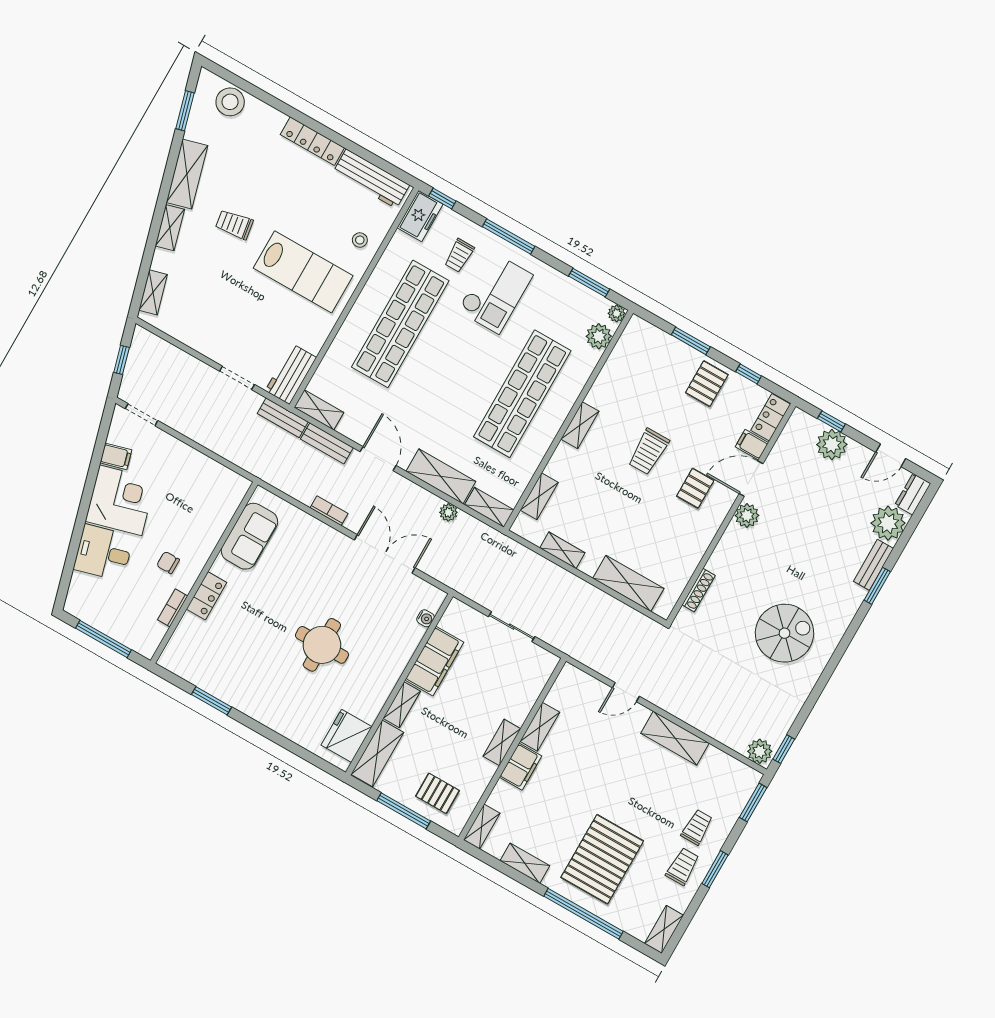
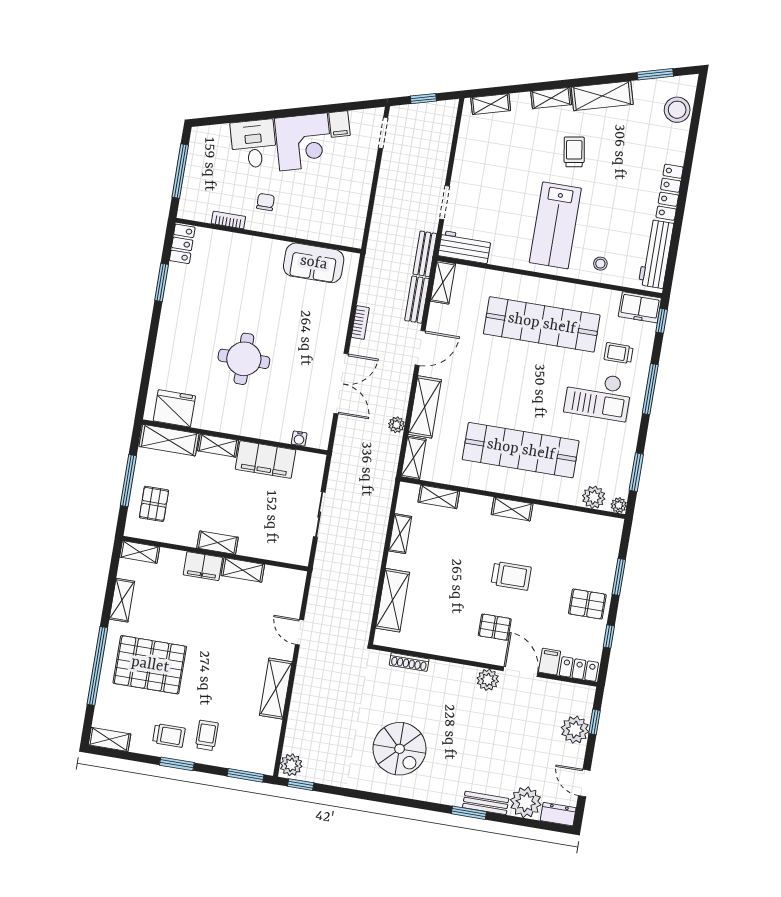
trolley: (649, 452) -> (511, 576), turned 180
locker: (207, 596) -> (182, 244), moved, turned -90
trolley: (697, 827) -> (207, 735), turned -90

